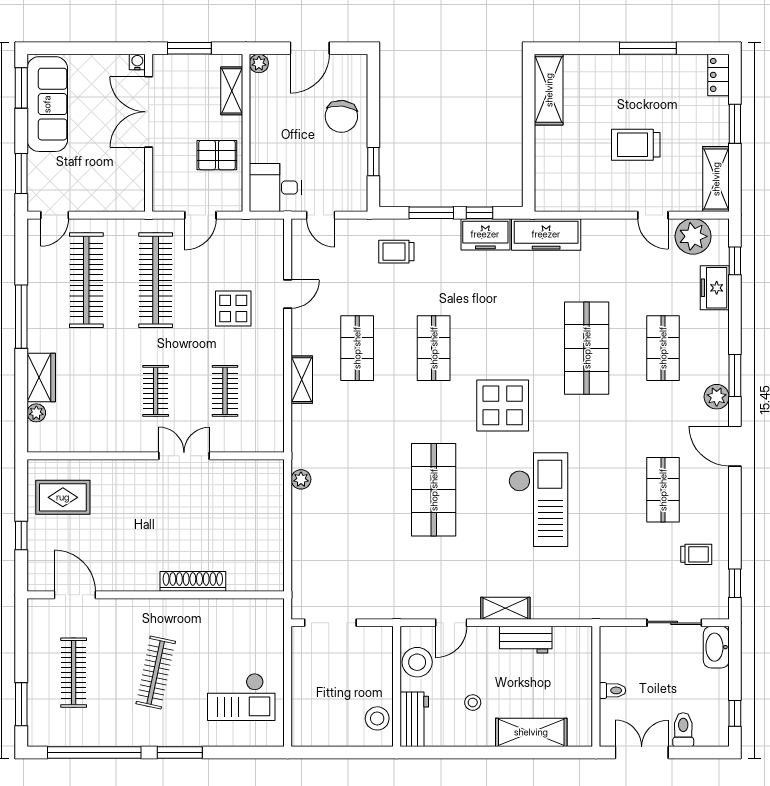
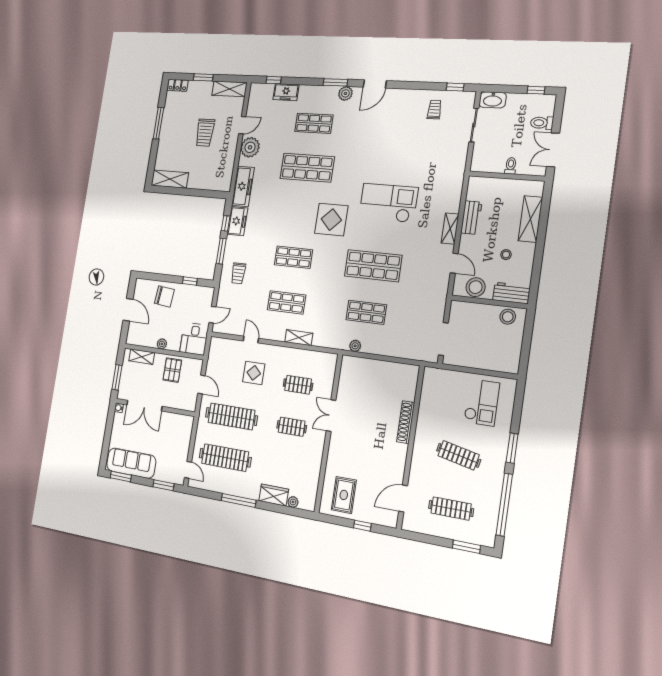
plant: (259, 63) -> (162, 344), moved
plant: (693, 236) -> (250, 147), moved
shop shelf: (663, 490) -> (366, 312), moved

